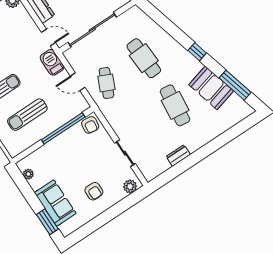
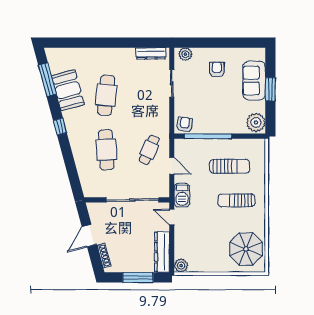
dresser: (178, 156) -> (151, 53), moved, width x1.44
plant: (28, 174) -> (256, 123), width x1.88, depth x1.88
window: (47, 222) -> (270, 89), moved

